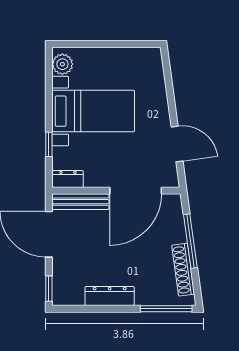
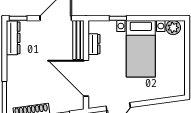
dresser: (68, 179) -> (94, 44), moved
dresser: (110, 296) -> (13, 38), moved

